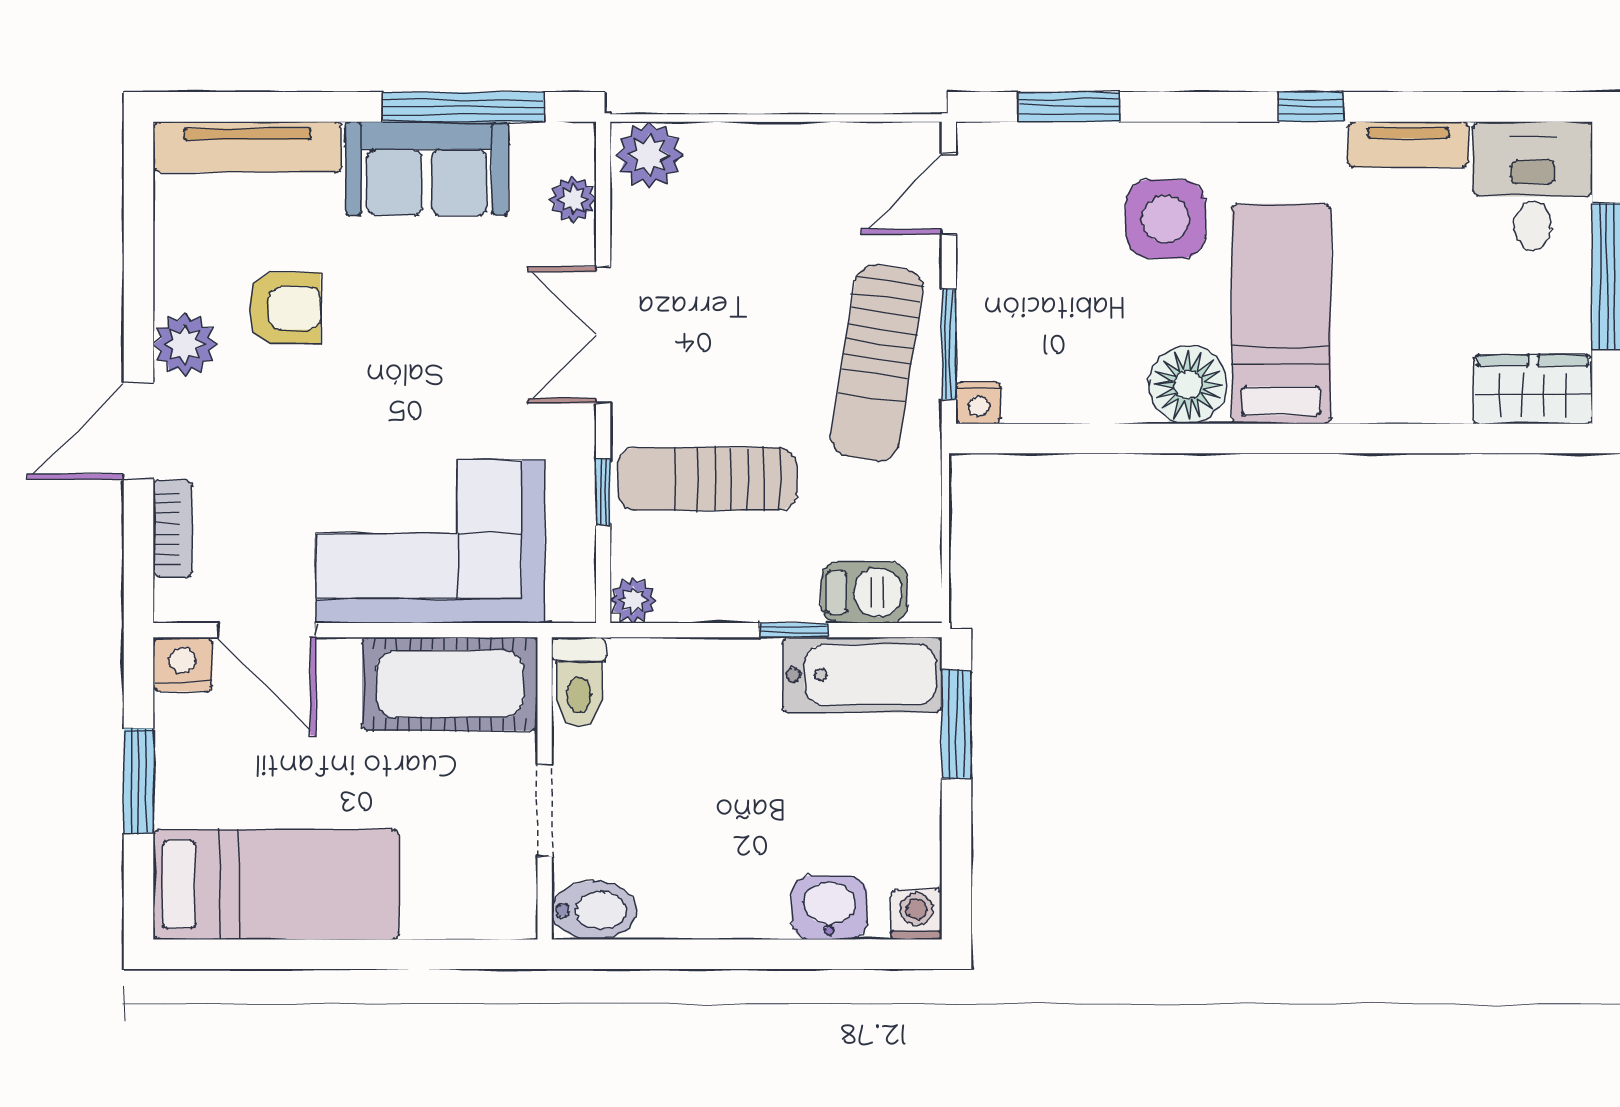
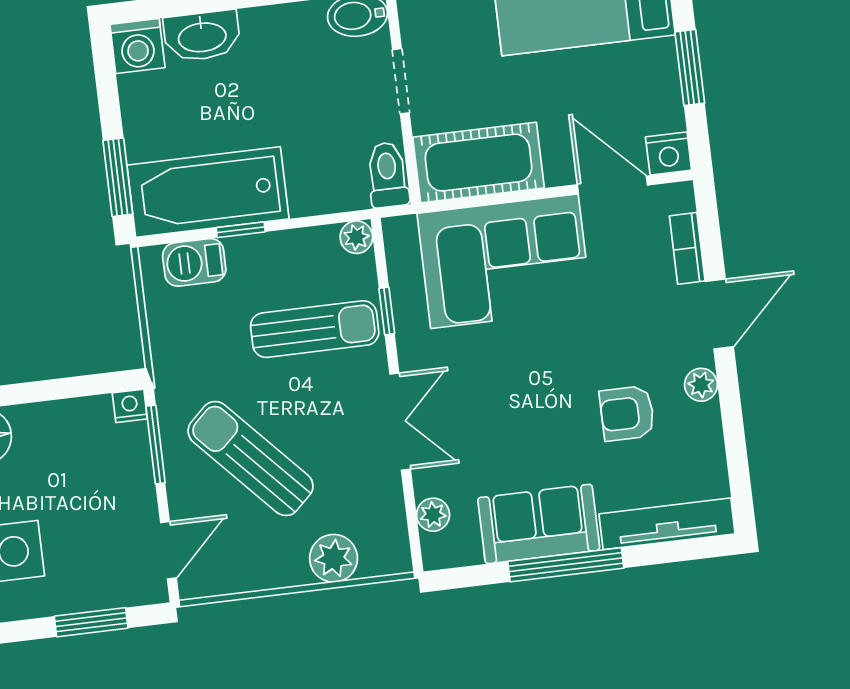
window: (463, 107) -> (566, 565), moved
plant: (649, 155) -> (334, 558), moved
plant: (185, 344) -> (701, 385), width x0.73, depth x0.73
sun lounger: (877, 363) -> (251, 459), moved, turned -52
bathtub: (862, 675) -> (208, 192), width x1.36, depth x1.36
washbasin: (829, 908) -> (202, 36), width x1.38
washing machine: (917, 914) -> (137, 46), width x1.38, depth x1.38

